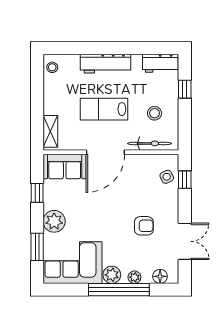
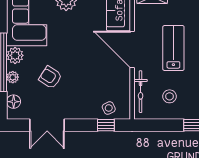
armchair: (144, 226) -> (50, 77), moved, turned 123

